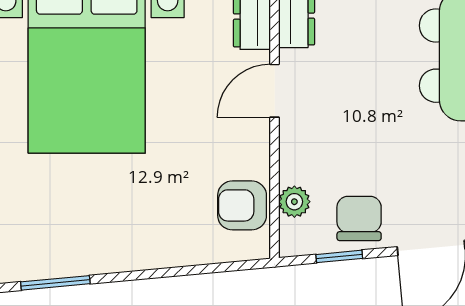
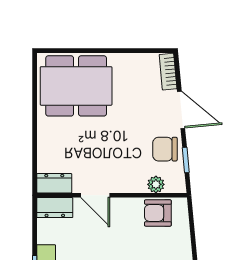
armchair: (242, 205) -> (158, 213), turned 90

